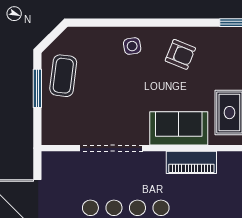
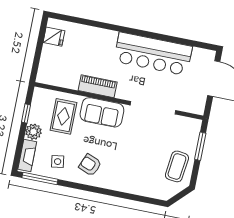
side table: (132, 46) -> (58, 162), moved
window: (37, 88) -> (200, 146), moved

